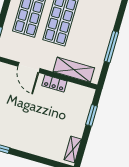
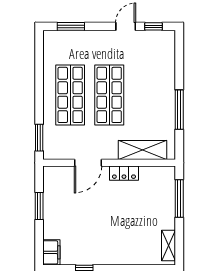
door: (29, 67) -> (88, 163), hinge flipped
window: (92, 115) -> (179, 198), width x1.44

